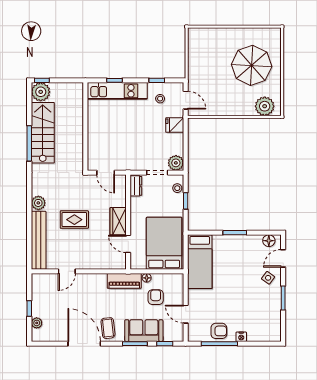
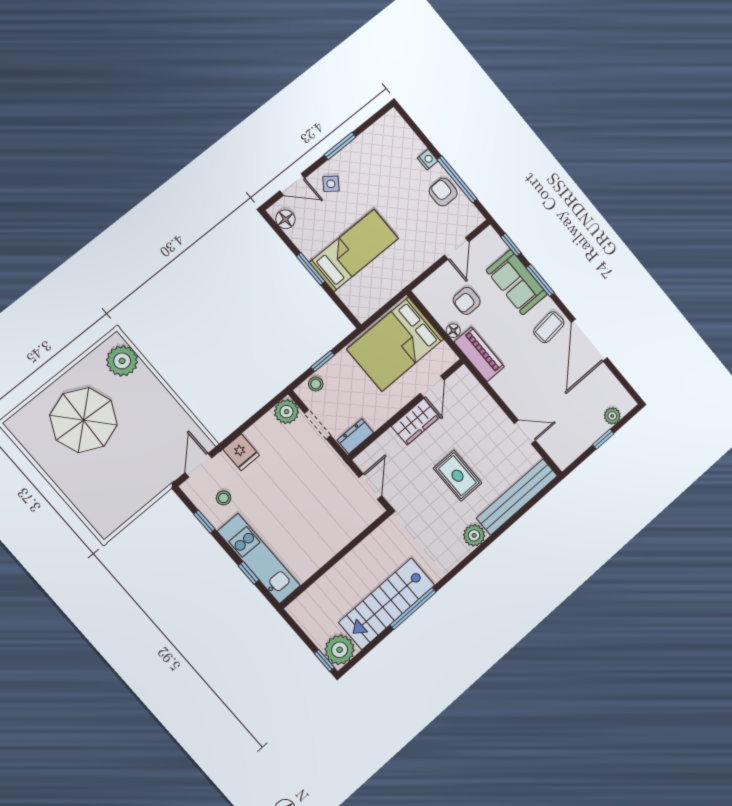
bed: (200, 262) -> (354, 250), moved

